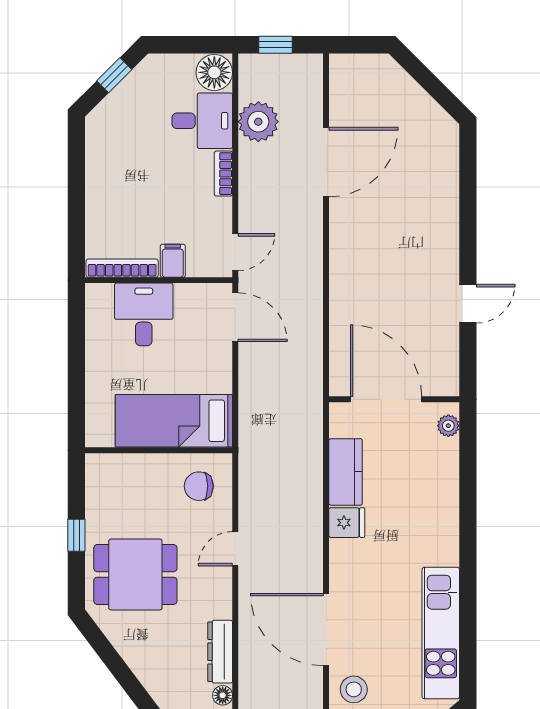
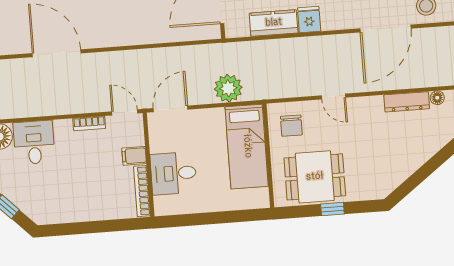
plant: (258, 122) -> (228, 88), moved
bookcase: (223, 174) -> (89, 123), moved
dining table: (135, 574) -> (315, 177), moved, turned 90

